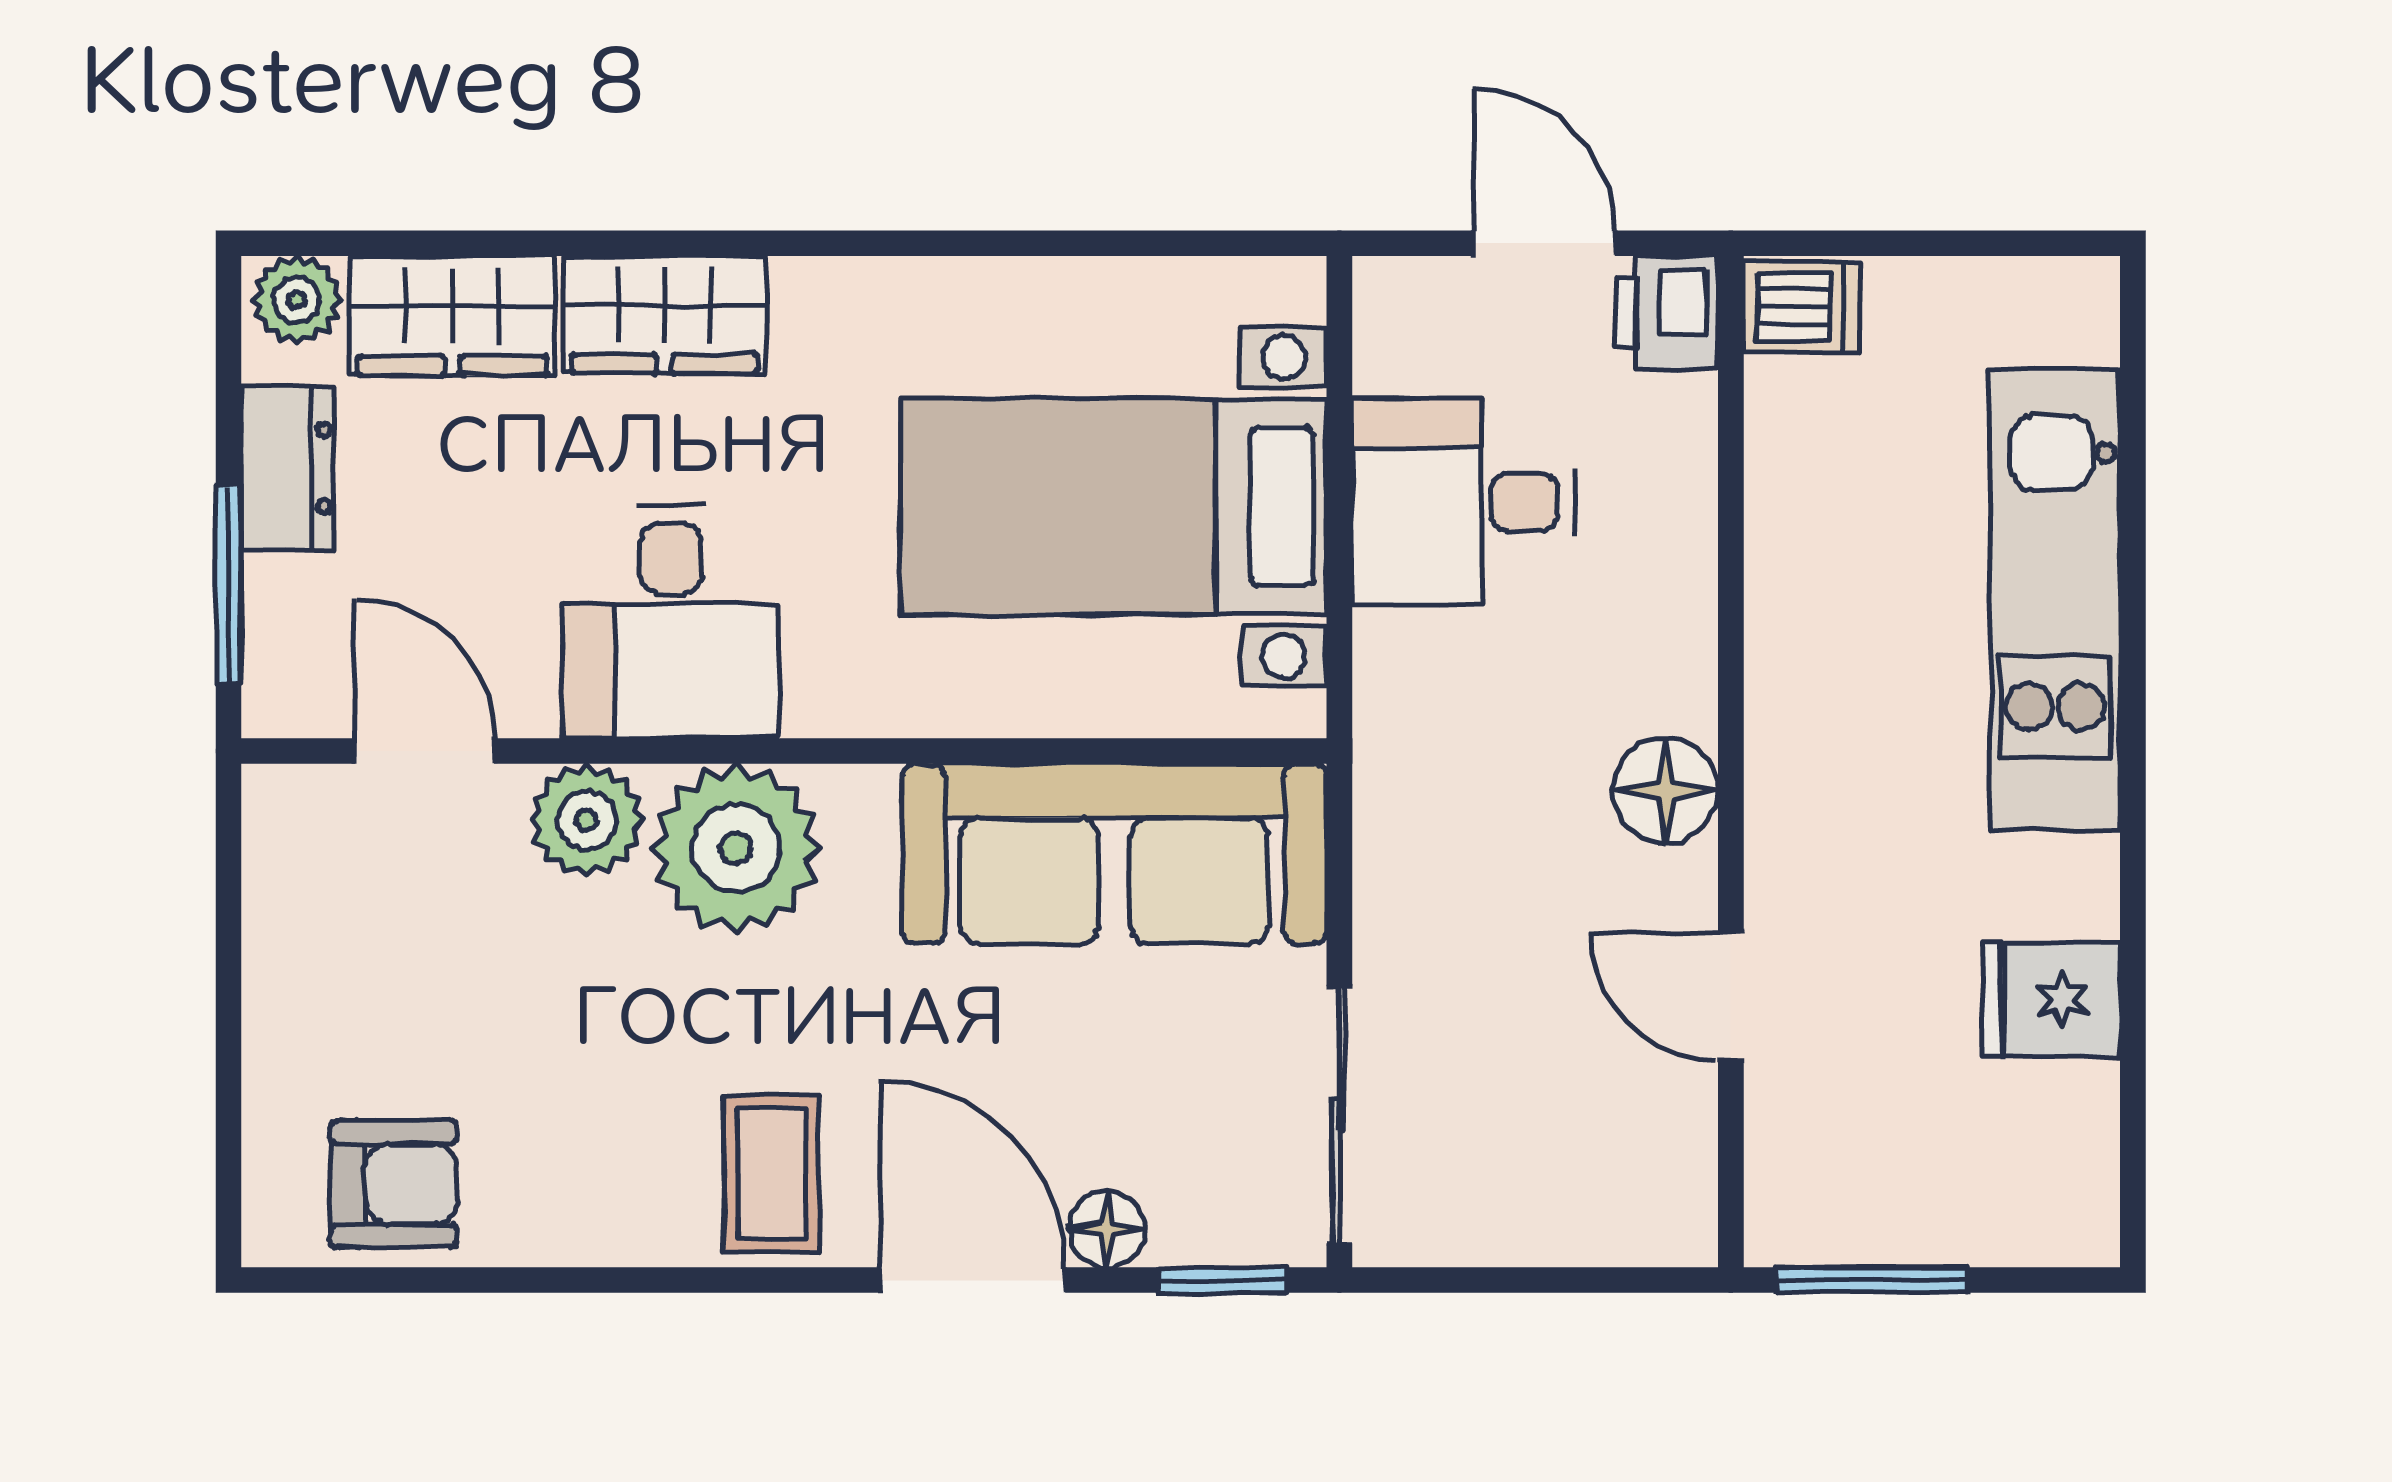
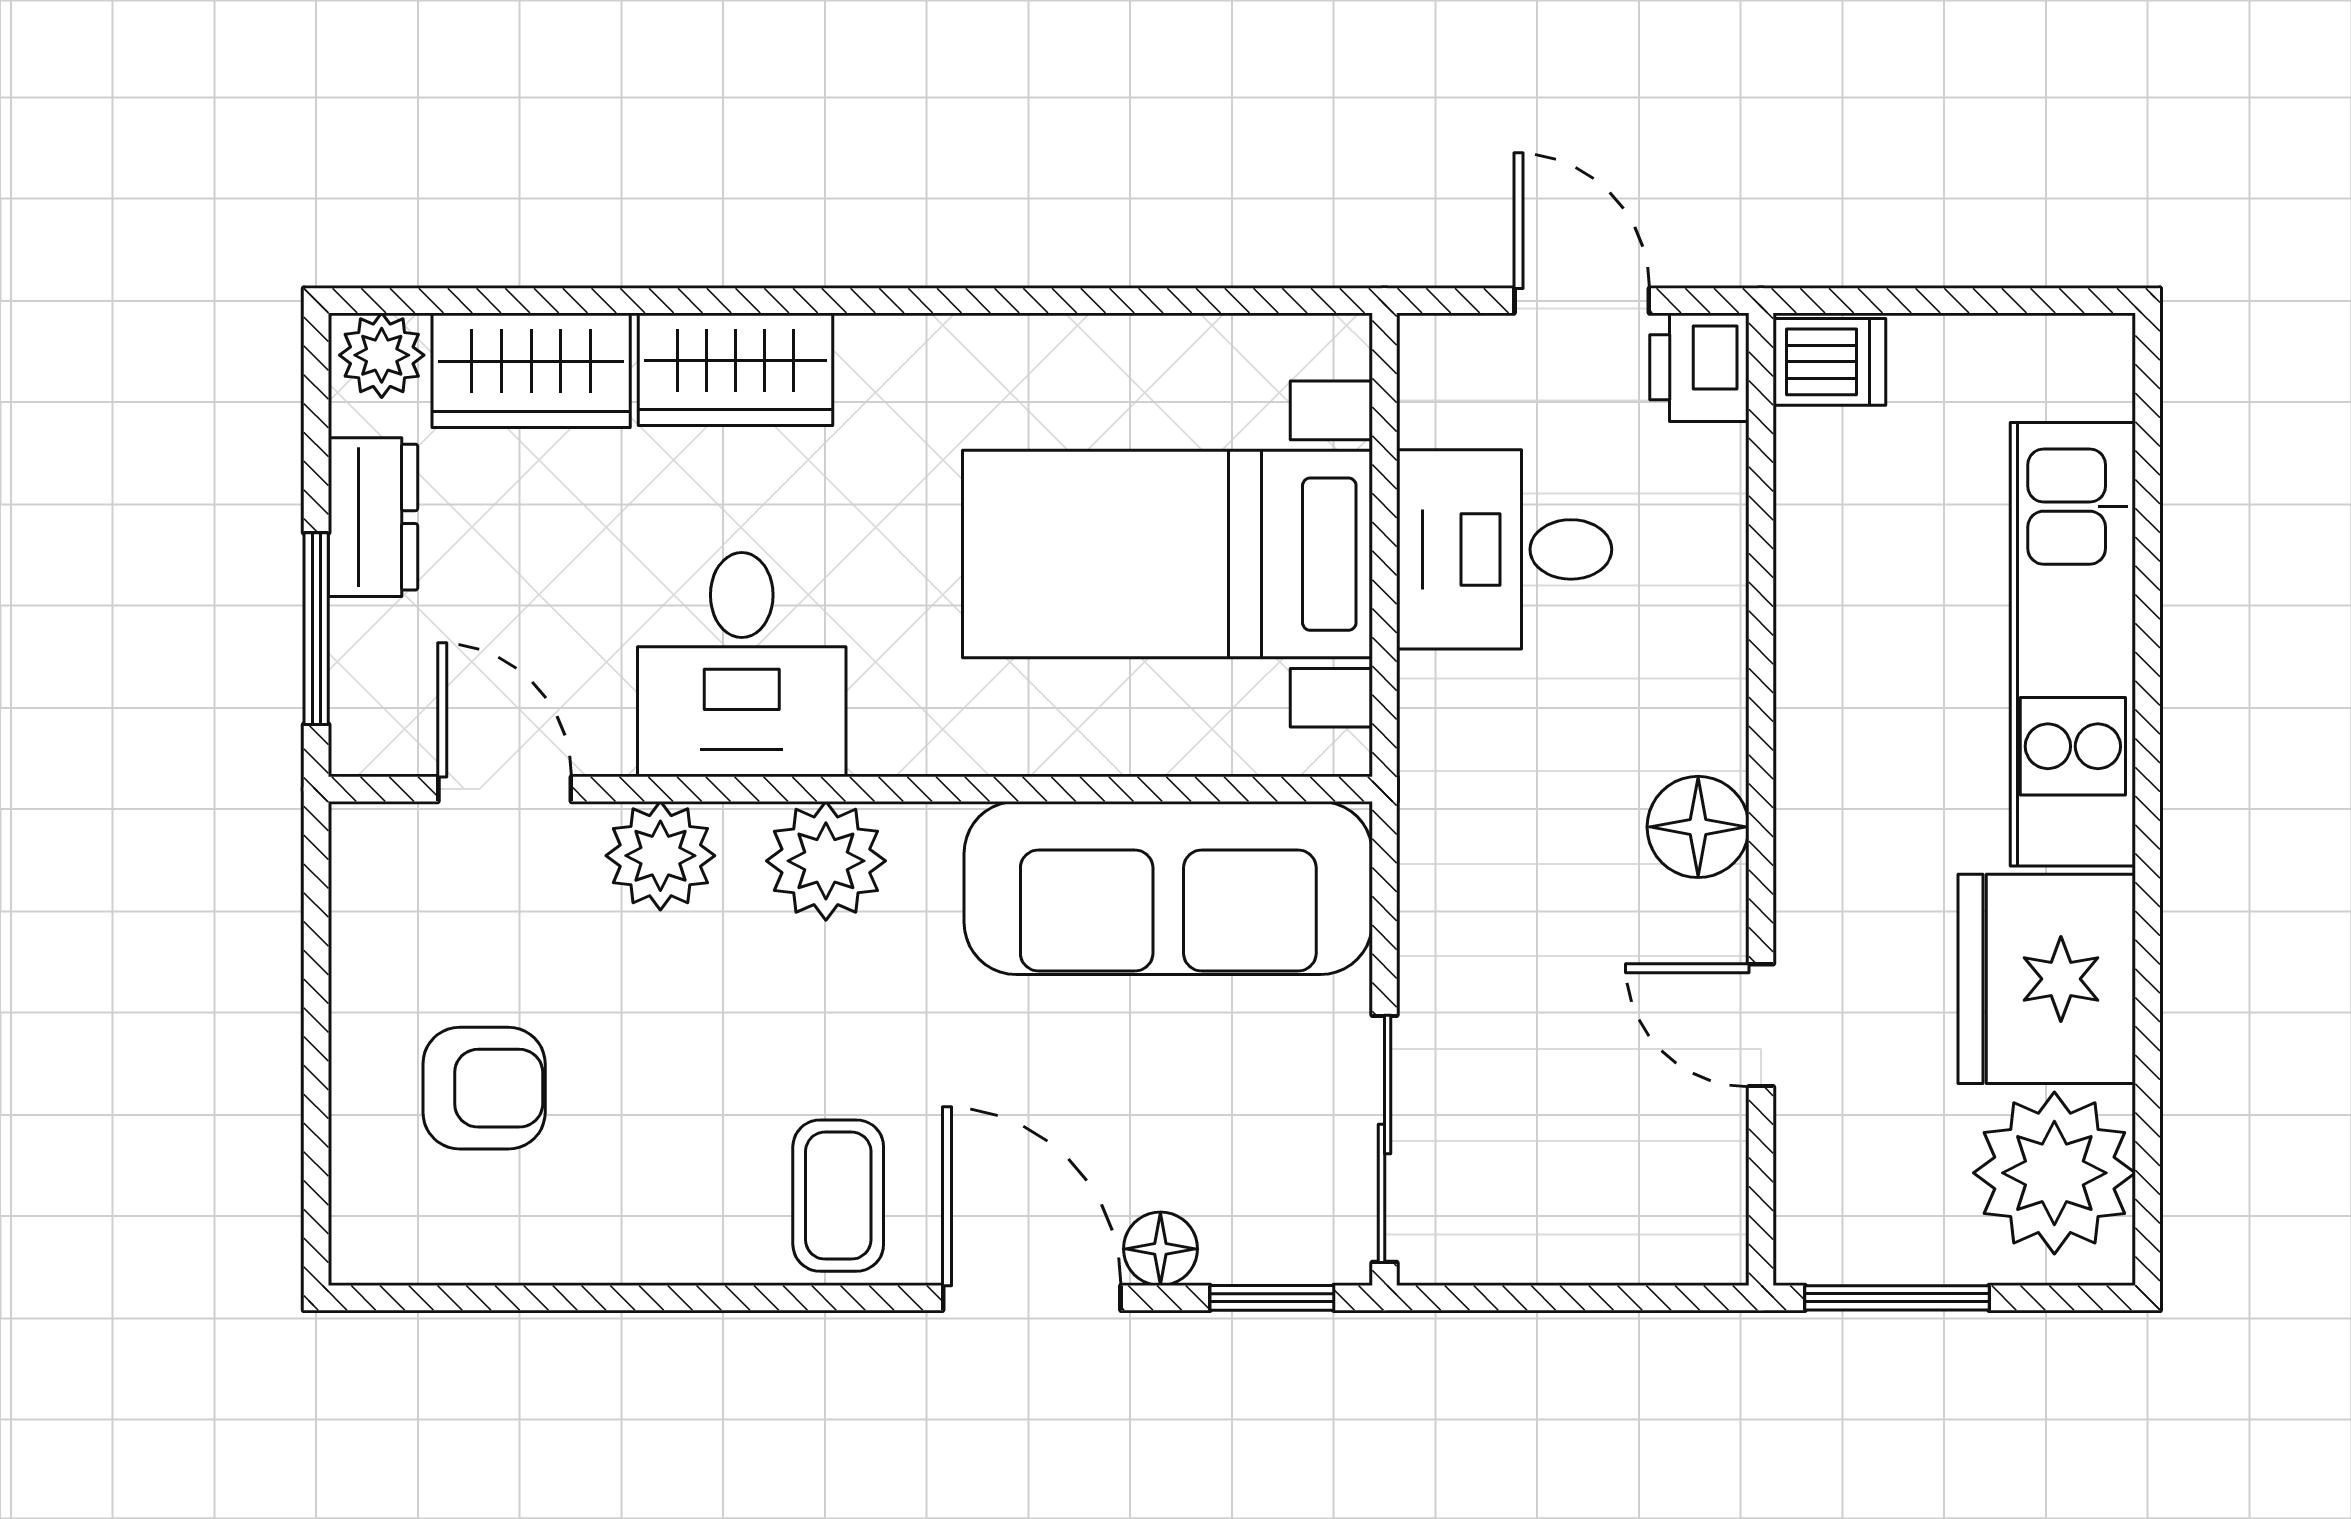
plant: (736, 848) -> (826, 861), width x0.73, depth x0.73
fridge: (2051, 1000) -> (2047, 979), width x1.88, depth x1.34
plant: (2036, 1150) -> (2054, 1173), added
armchair: (393, 1184) -> (484, 1088), moved

